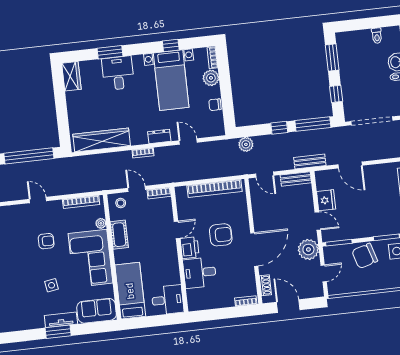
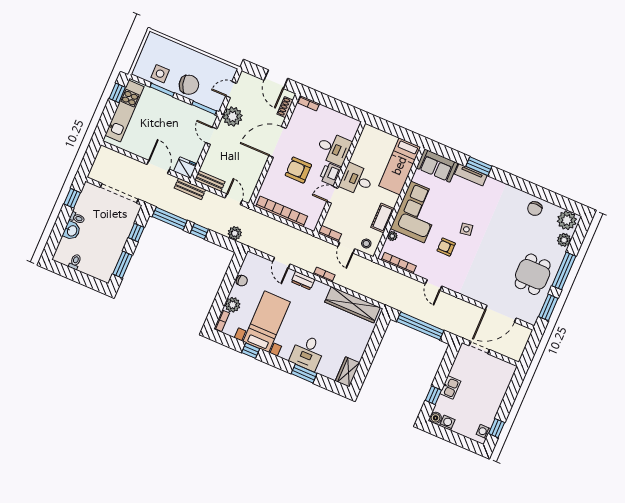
fridge: (326, 200) -> (185, 168), moved, turned 90
side table: (52, 285) -> (466, 229), moved
desk: (168, 300) -> (357, 180), moved

